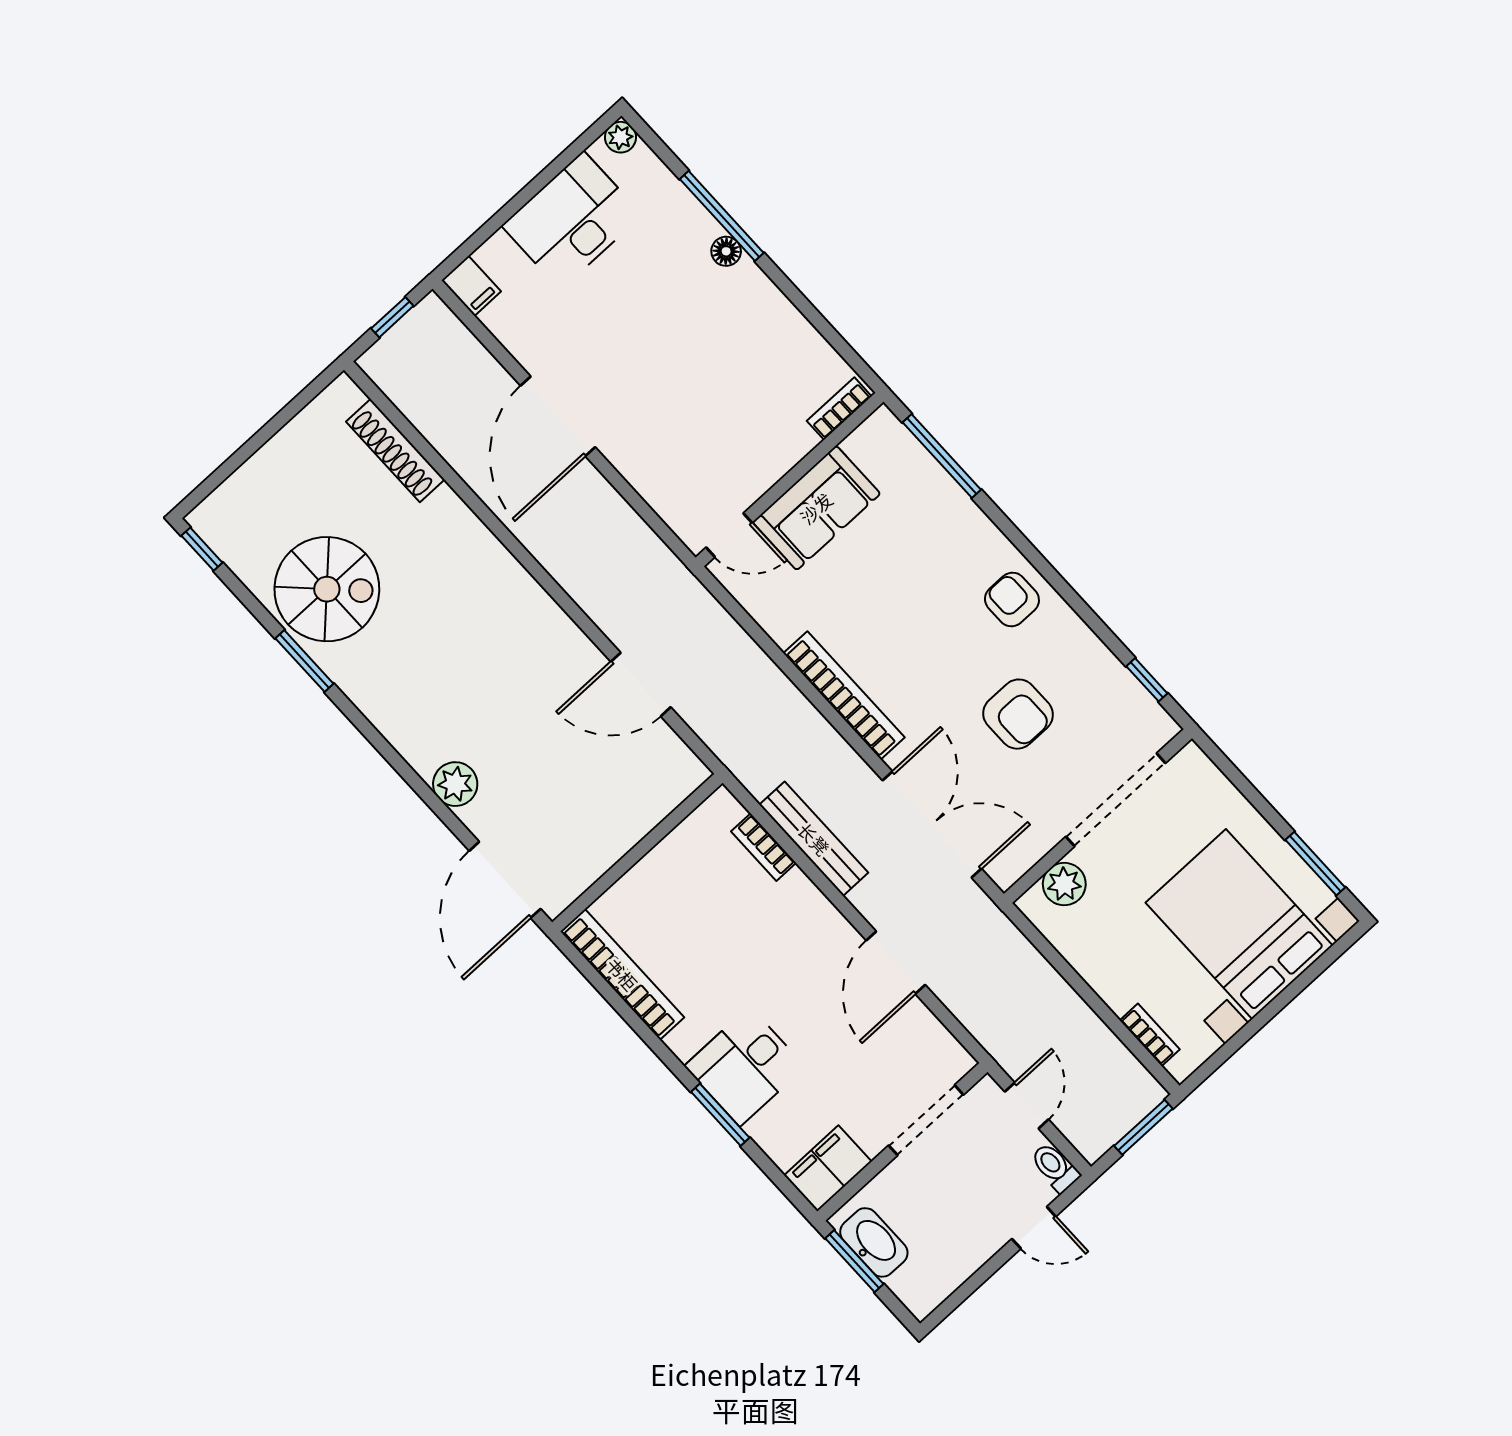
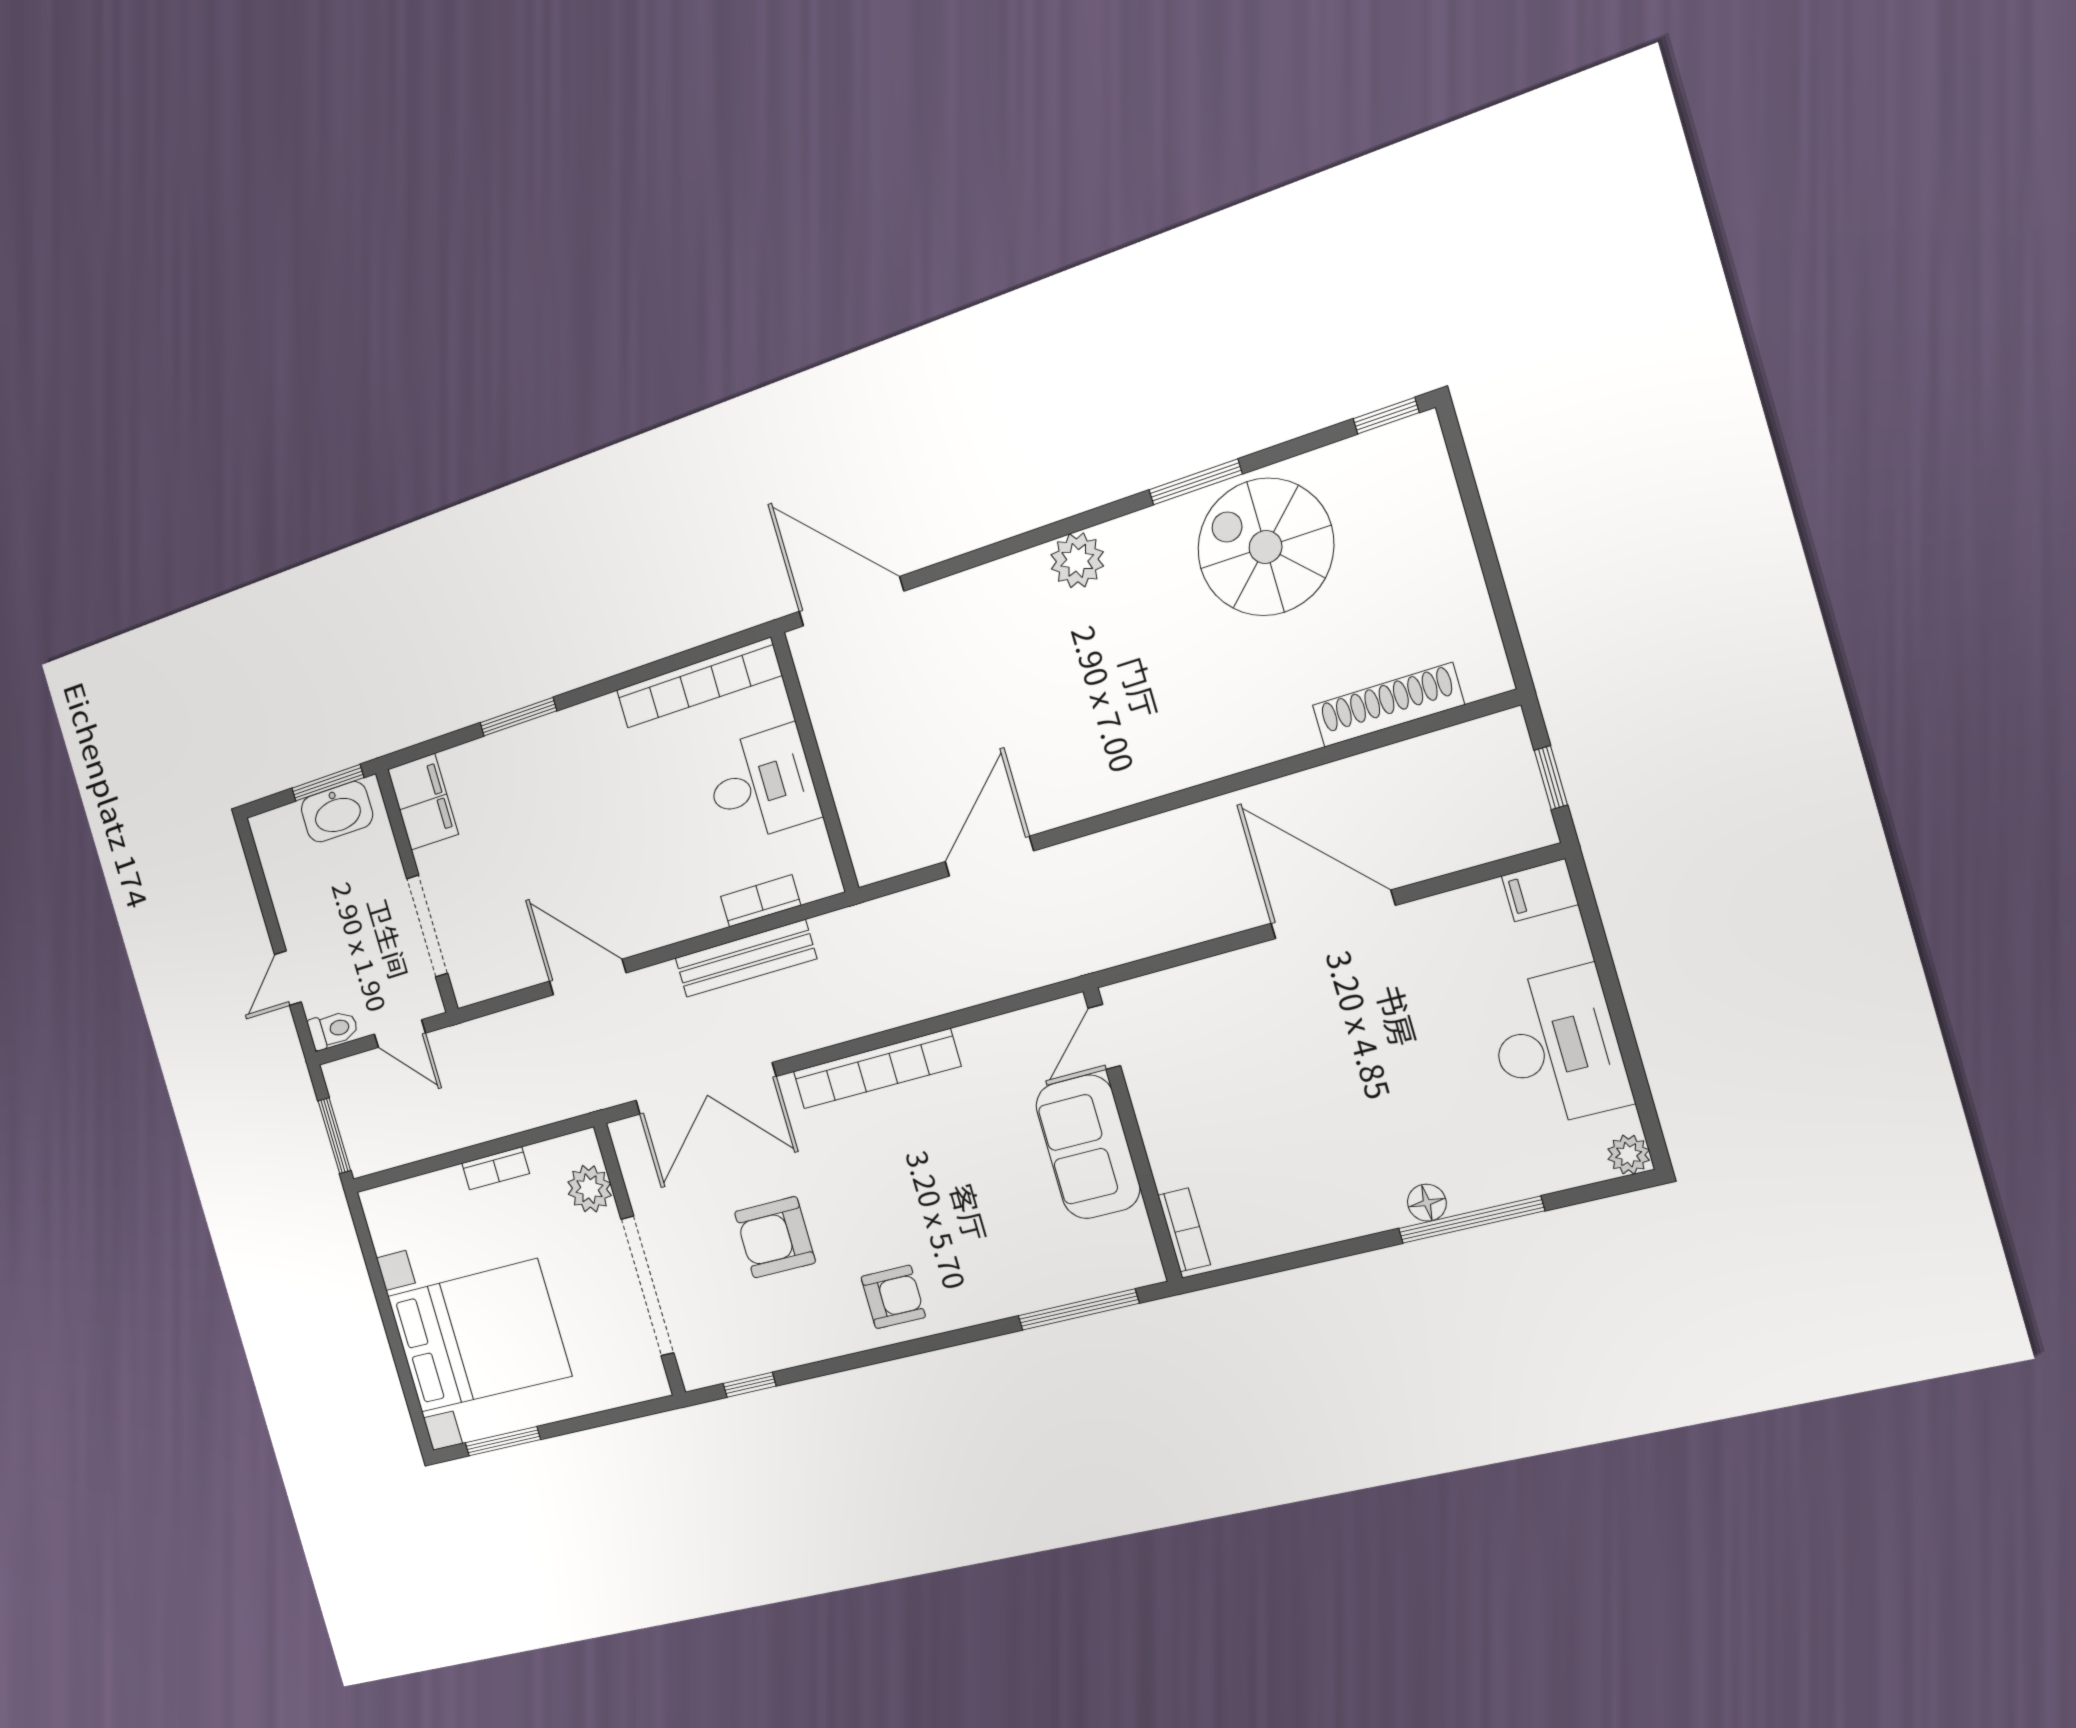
spiral stairs: (327, 589) -> (1266, 547), turned 90
plant: (455, 784) -> (1077, 560), moved
bookcase: (1150, 1035) -> (496, 1168), moved
desk: (745, 1066) -> (762, 784), moved, turned 90

